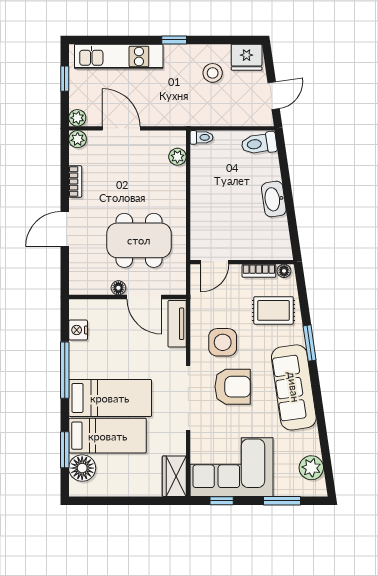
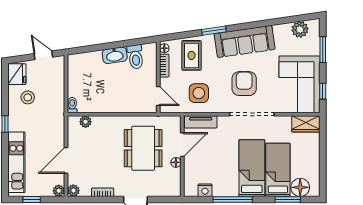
toilet: (259, 144) -> (136, 57), moved
side table: (223, 342) -> (199, 93), moved

